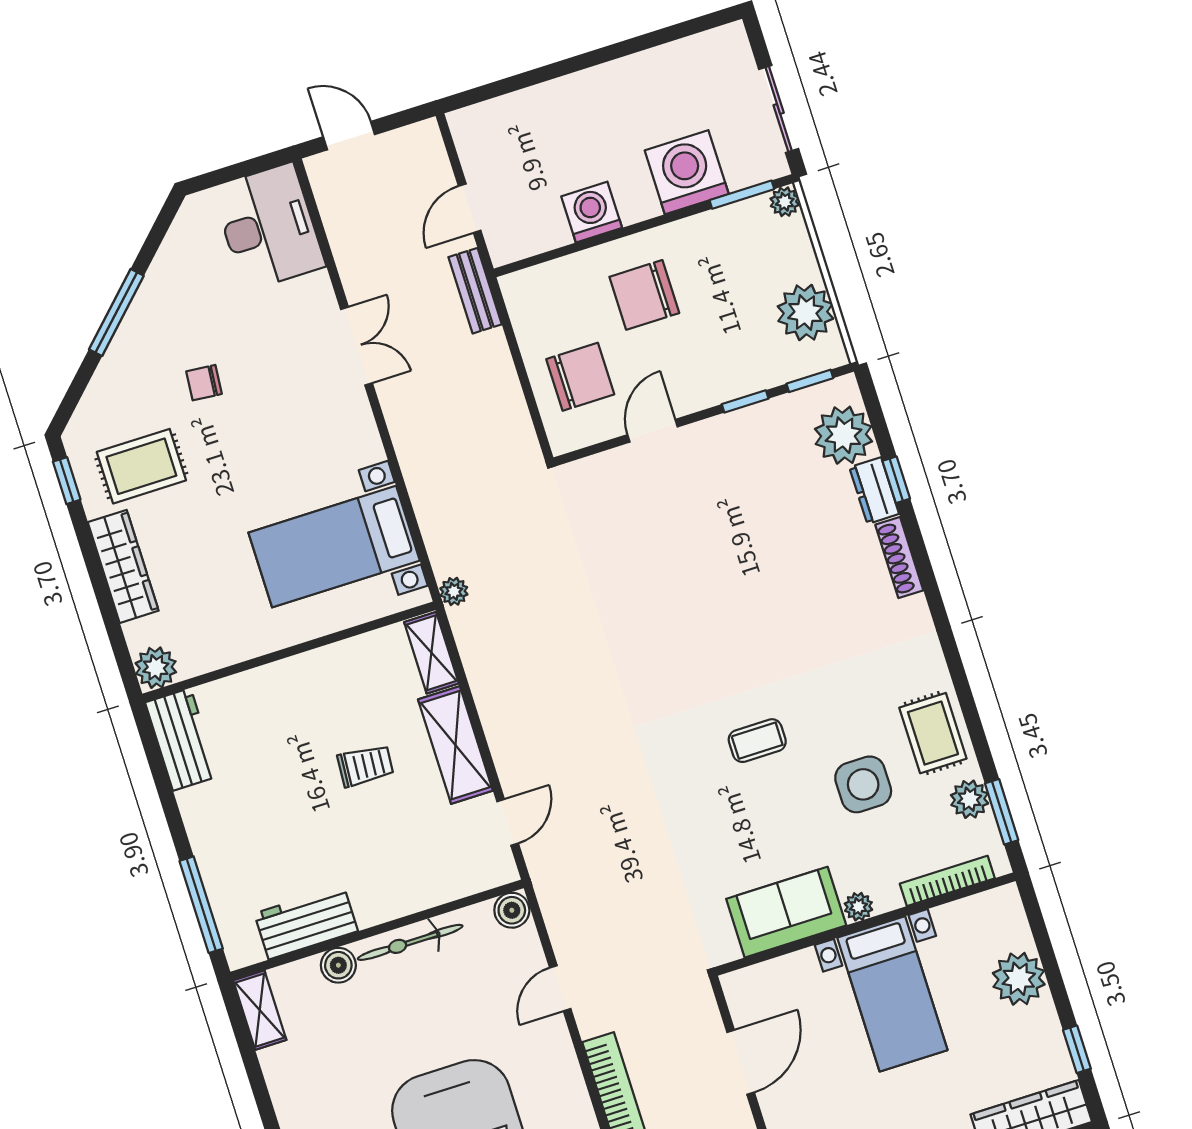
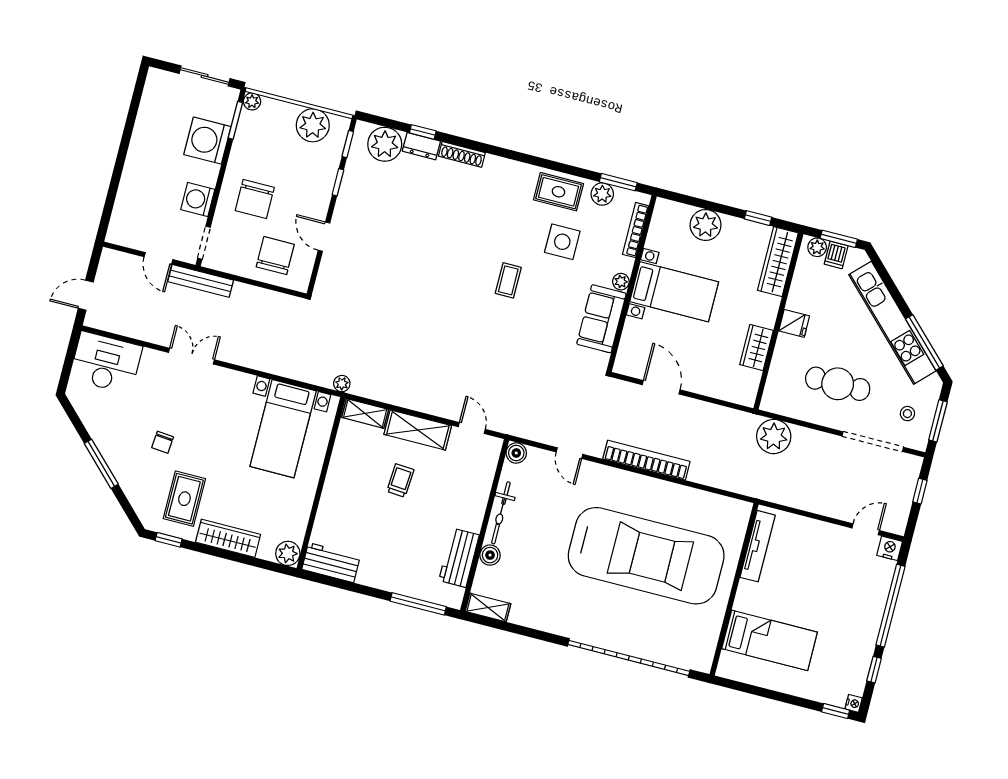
doorway: (534, 261) -> (204, 243), added
bench: (475, 291) -> (201, 281), width x1.36

